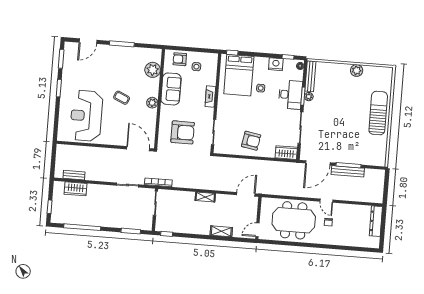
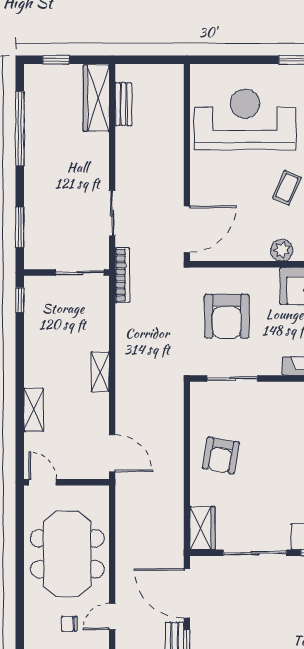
wardrobe: (75, 189) -> (96, 98), width x1.50

